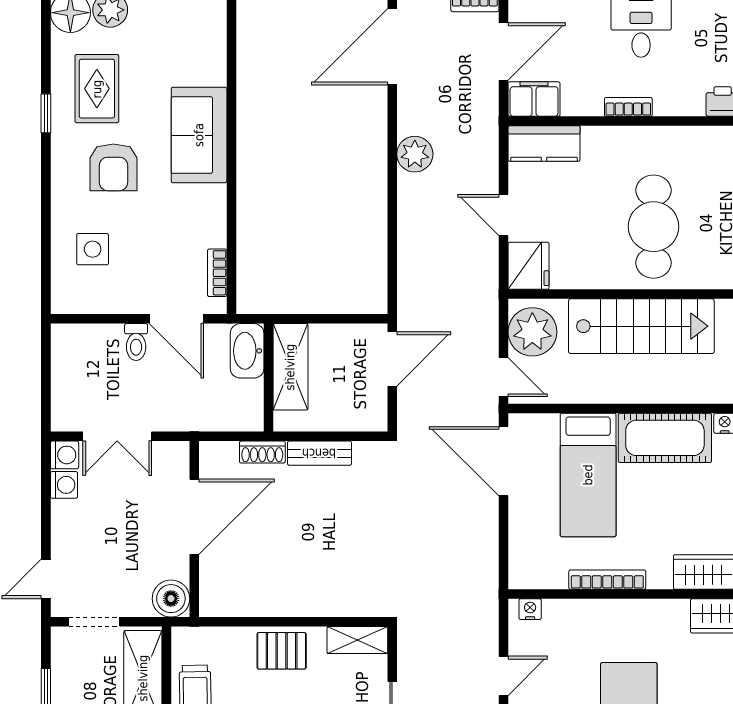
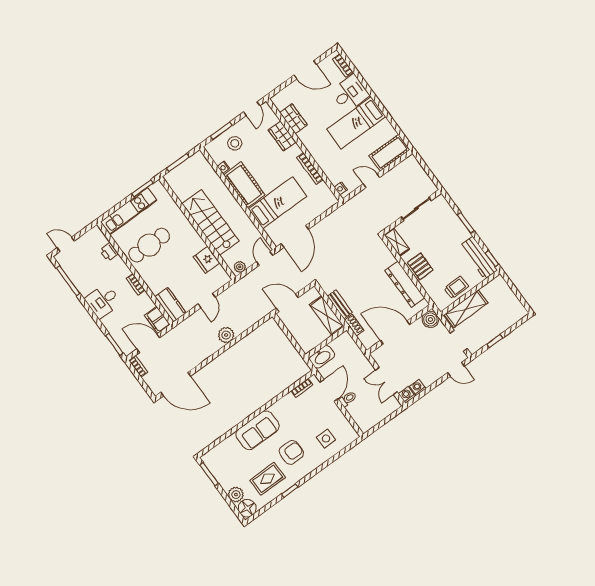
plant: (415, 154) -> (226, 335), moved
cafe table: (654, 227) -> (149, 245), moved
fridge: (529, 266) -> (207, 260), moved, turned -90
plant: (532, 332) -> (240, 267), width x0.53, depth x0.53
shelving: (290, 367) -> (327, 315), moved, turned 90
double door: (117, 436) -> (386, 381), swing flipped
dresser: (269, 599) -> (405, 284), added

